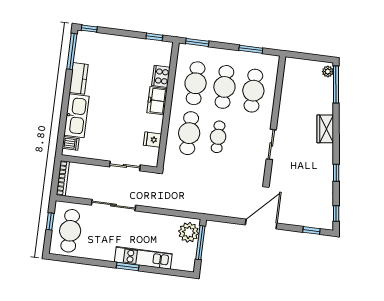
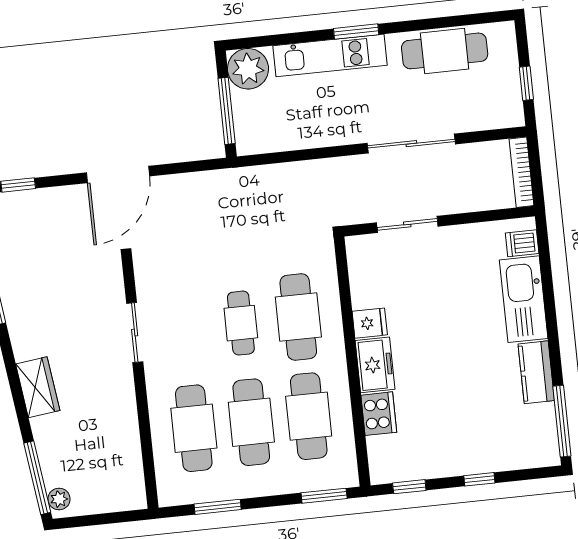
window: (89, 29) -> (479, 479), moved
fridge: (153, 140) -> (370, 323), moved
cafe table: (70, 231) -> (445, 51), moved, turned 90
plant: (189, 232) -> (248, 69), moved

